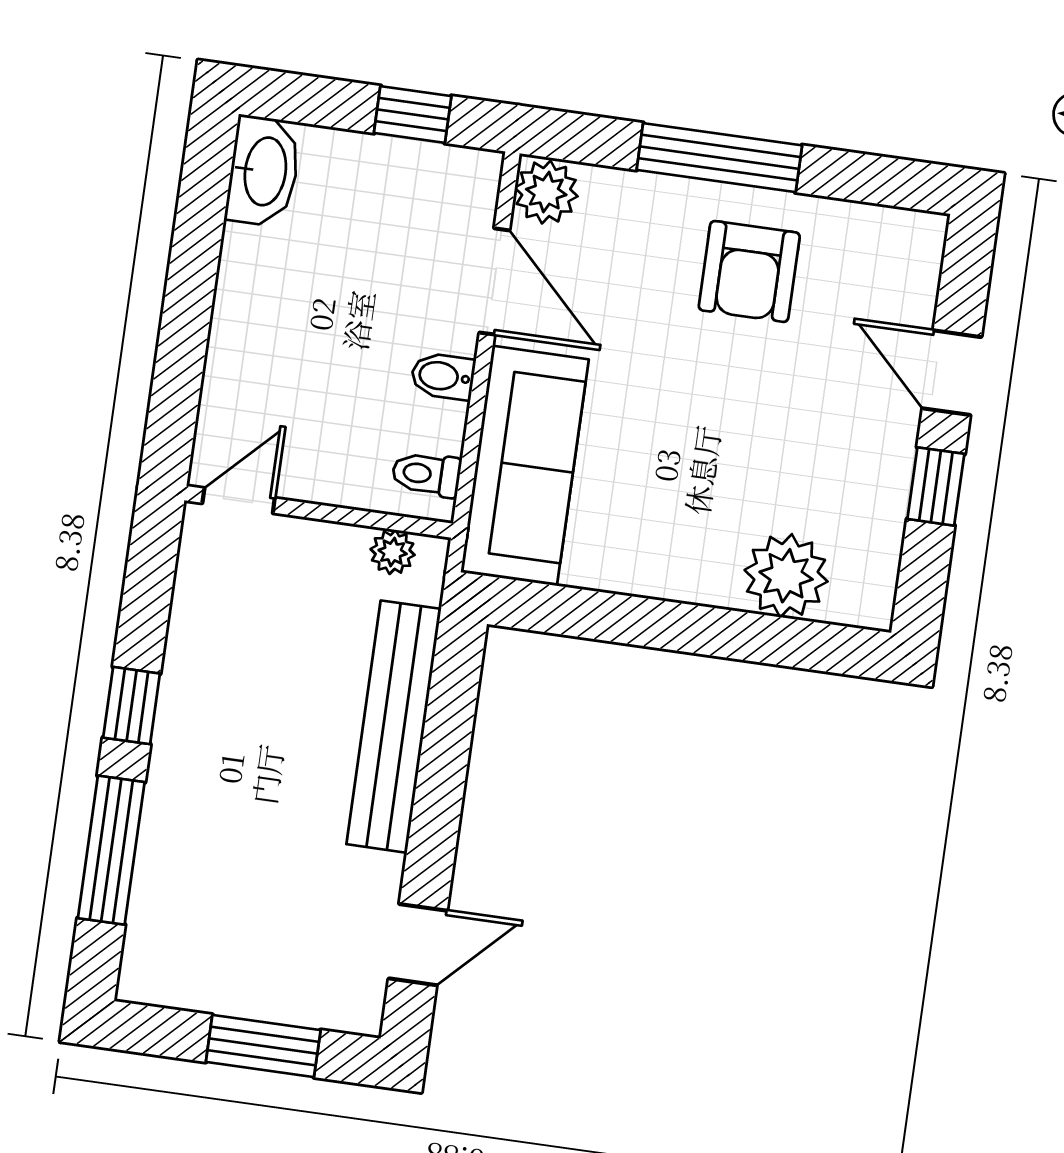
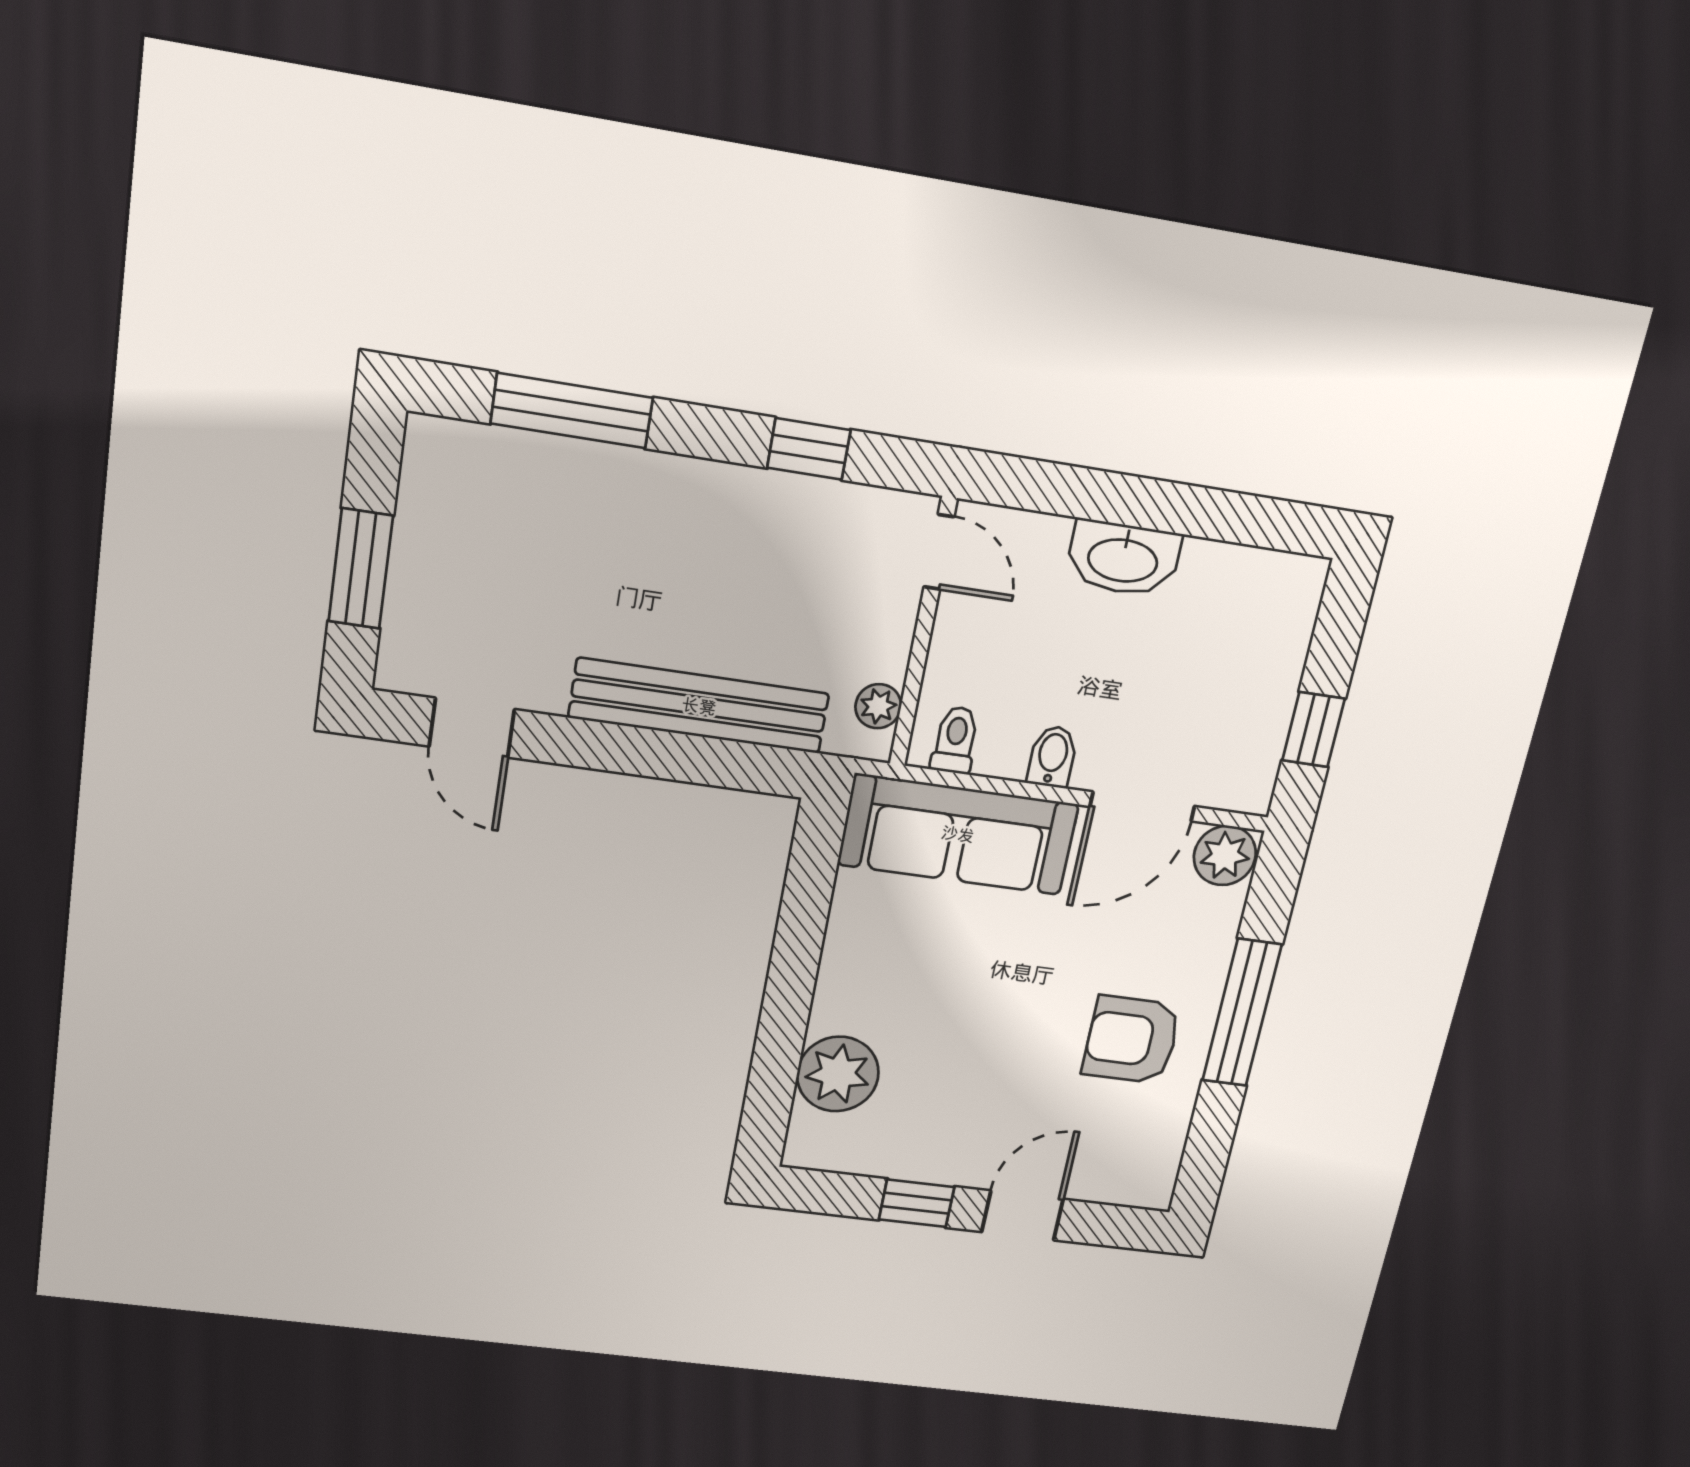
washbasin: (263, 171) -> (1123, 559), moved
window: (132, 706) -> (809, 449), moved

